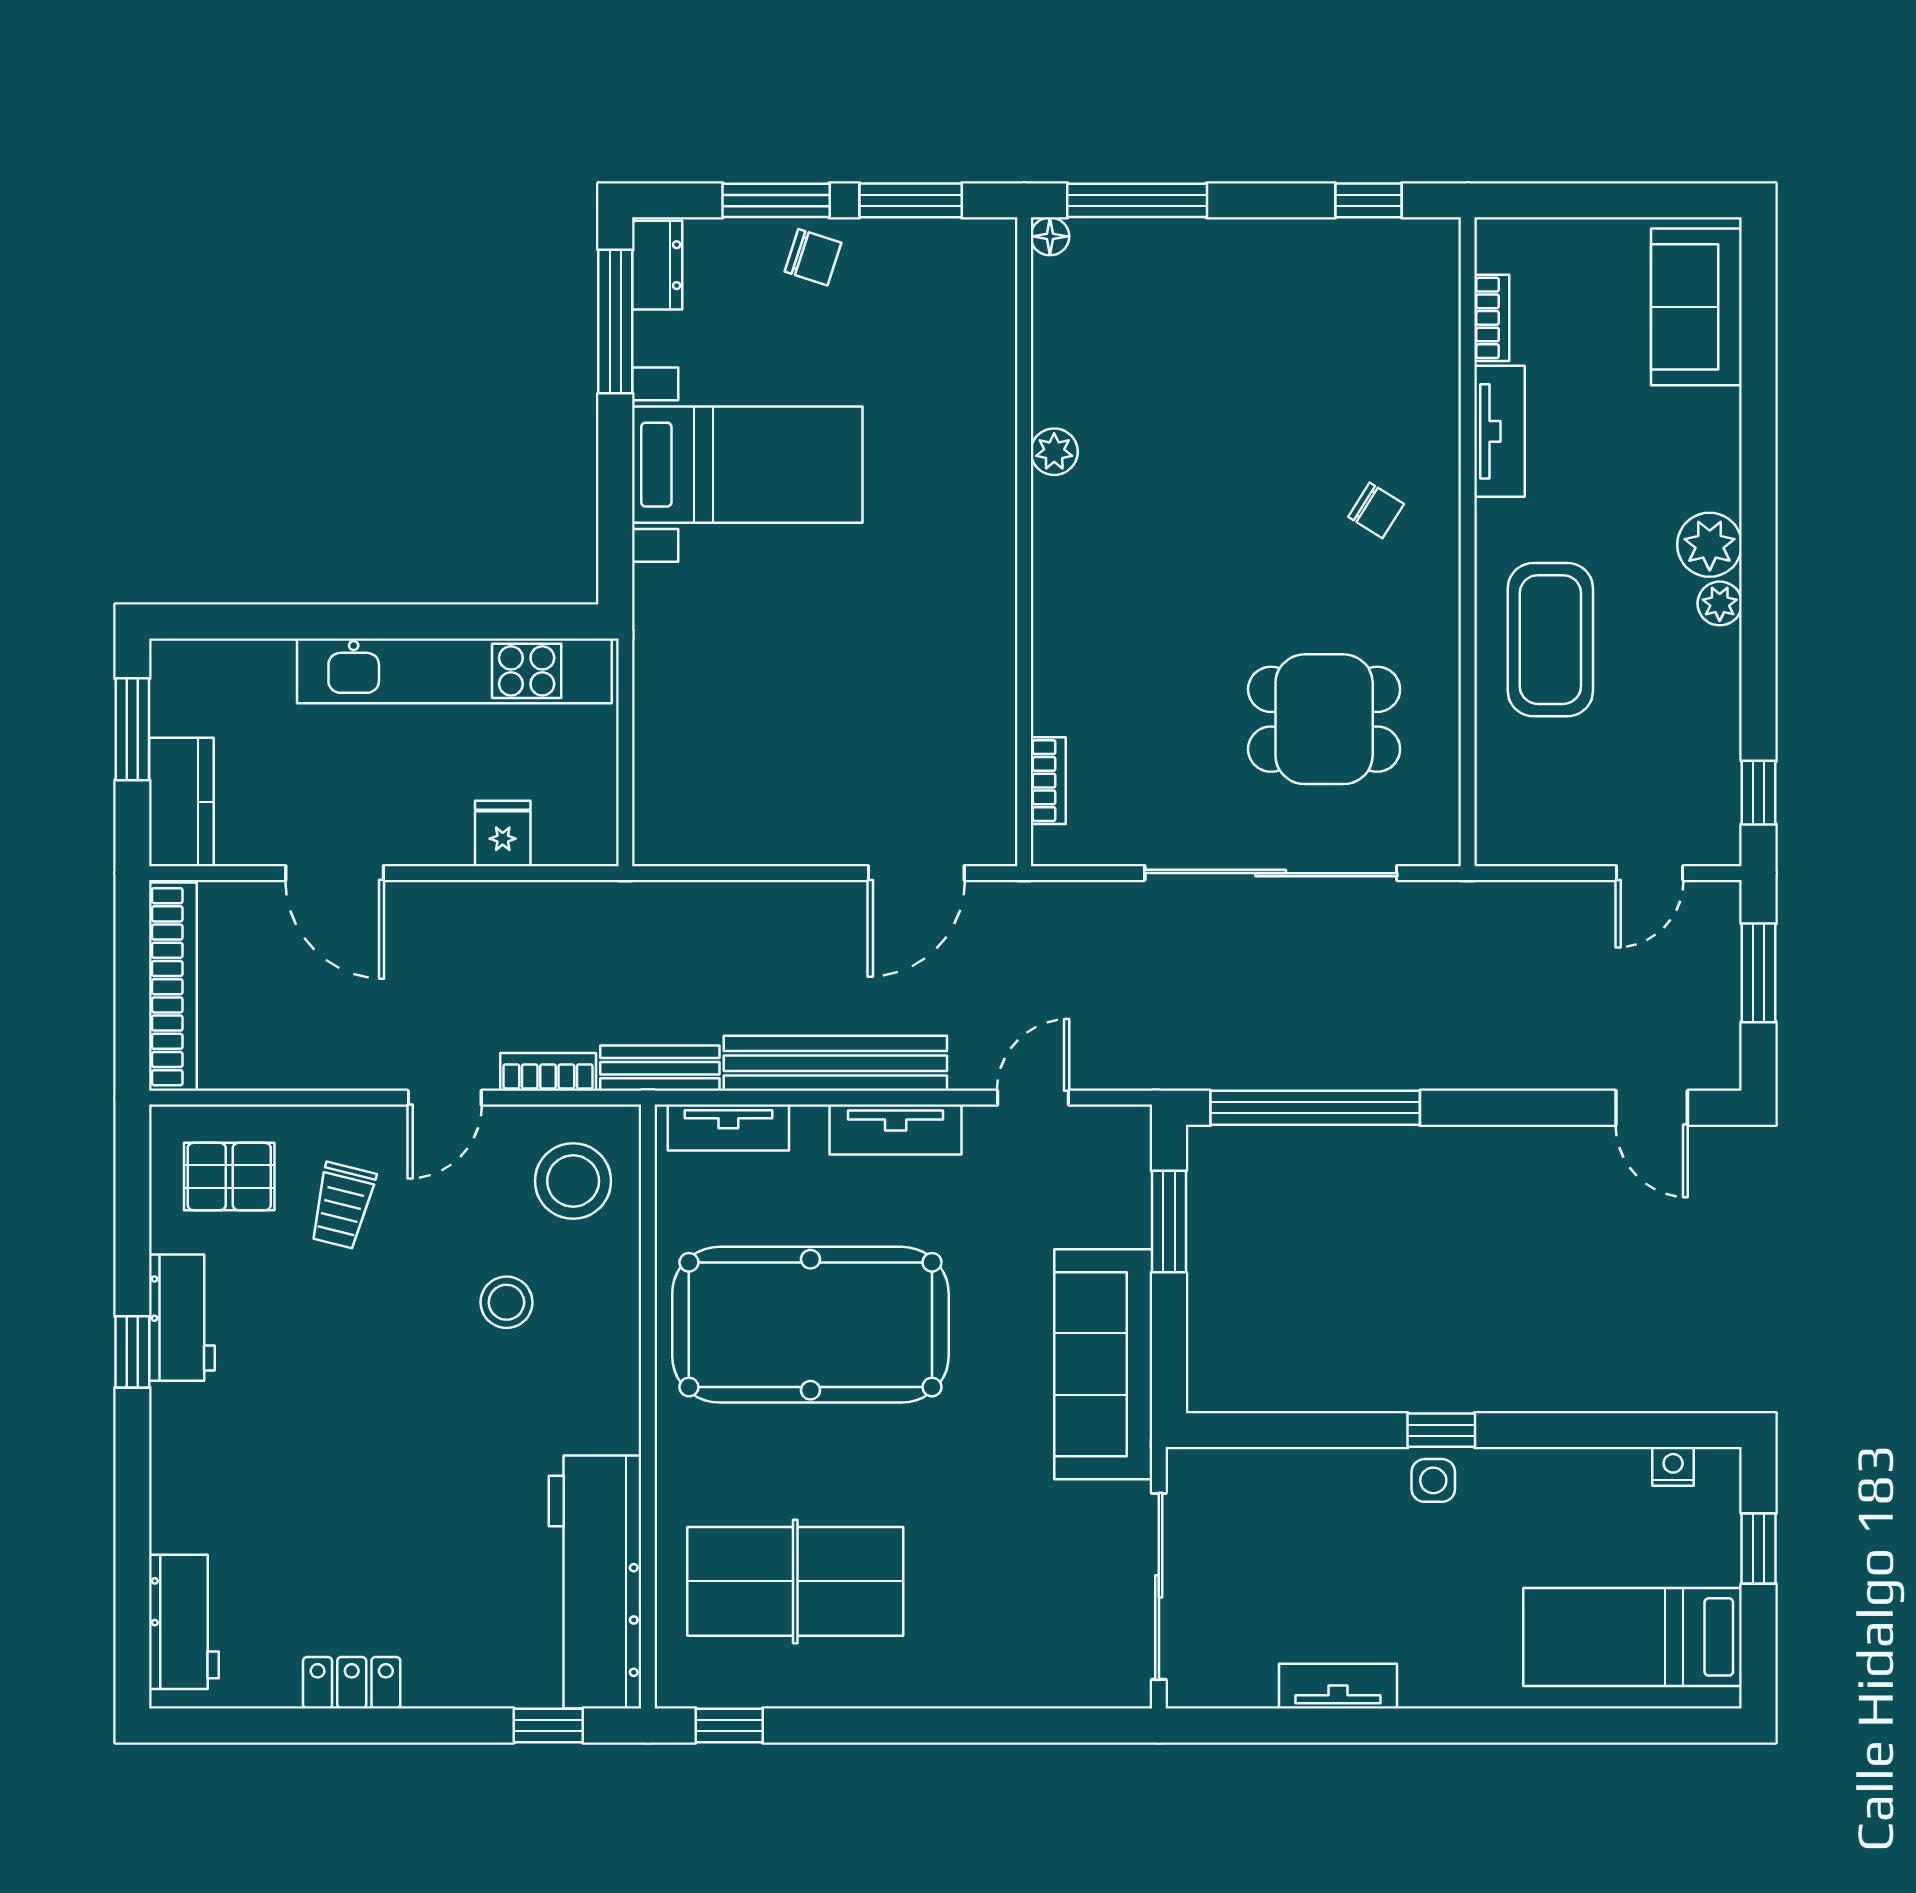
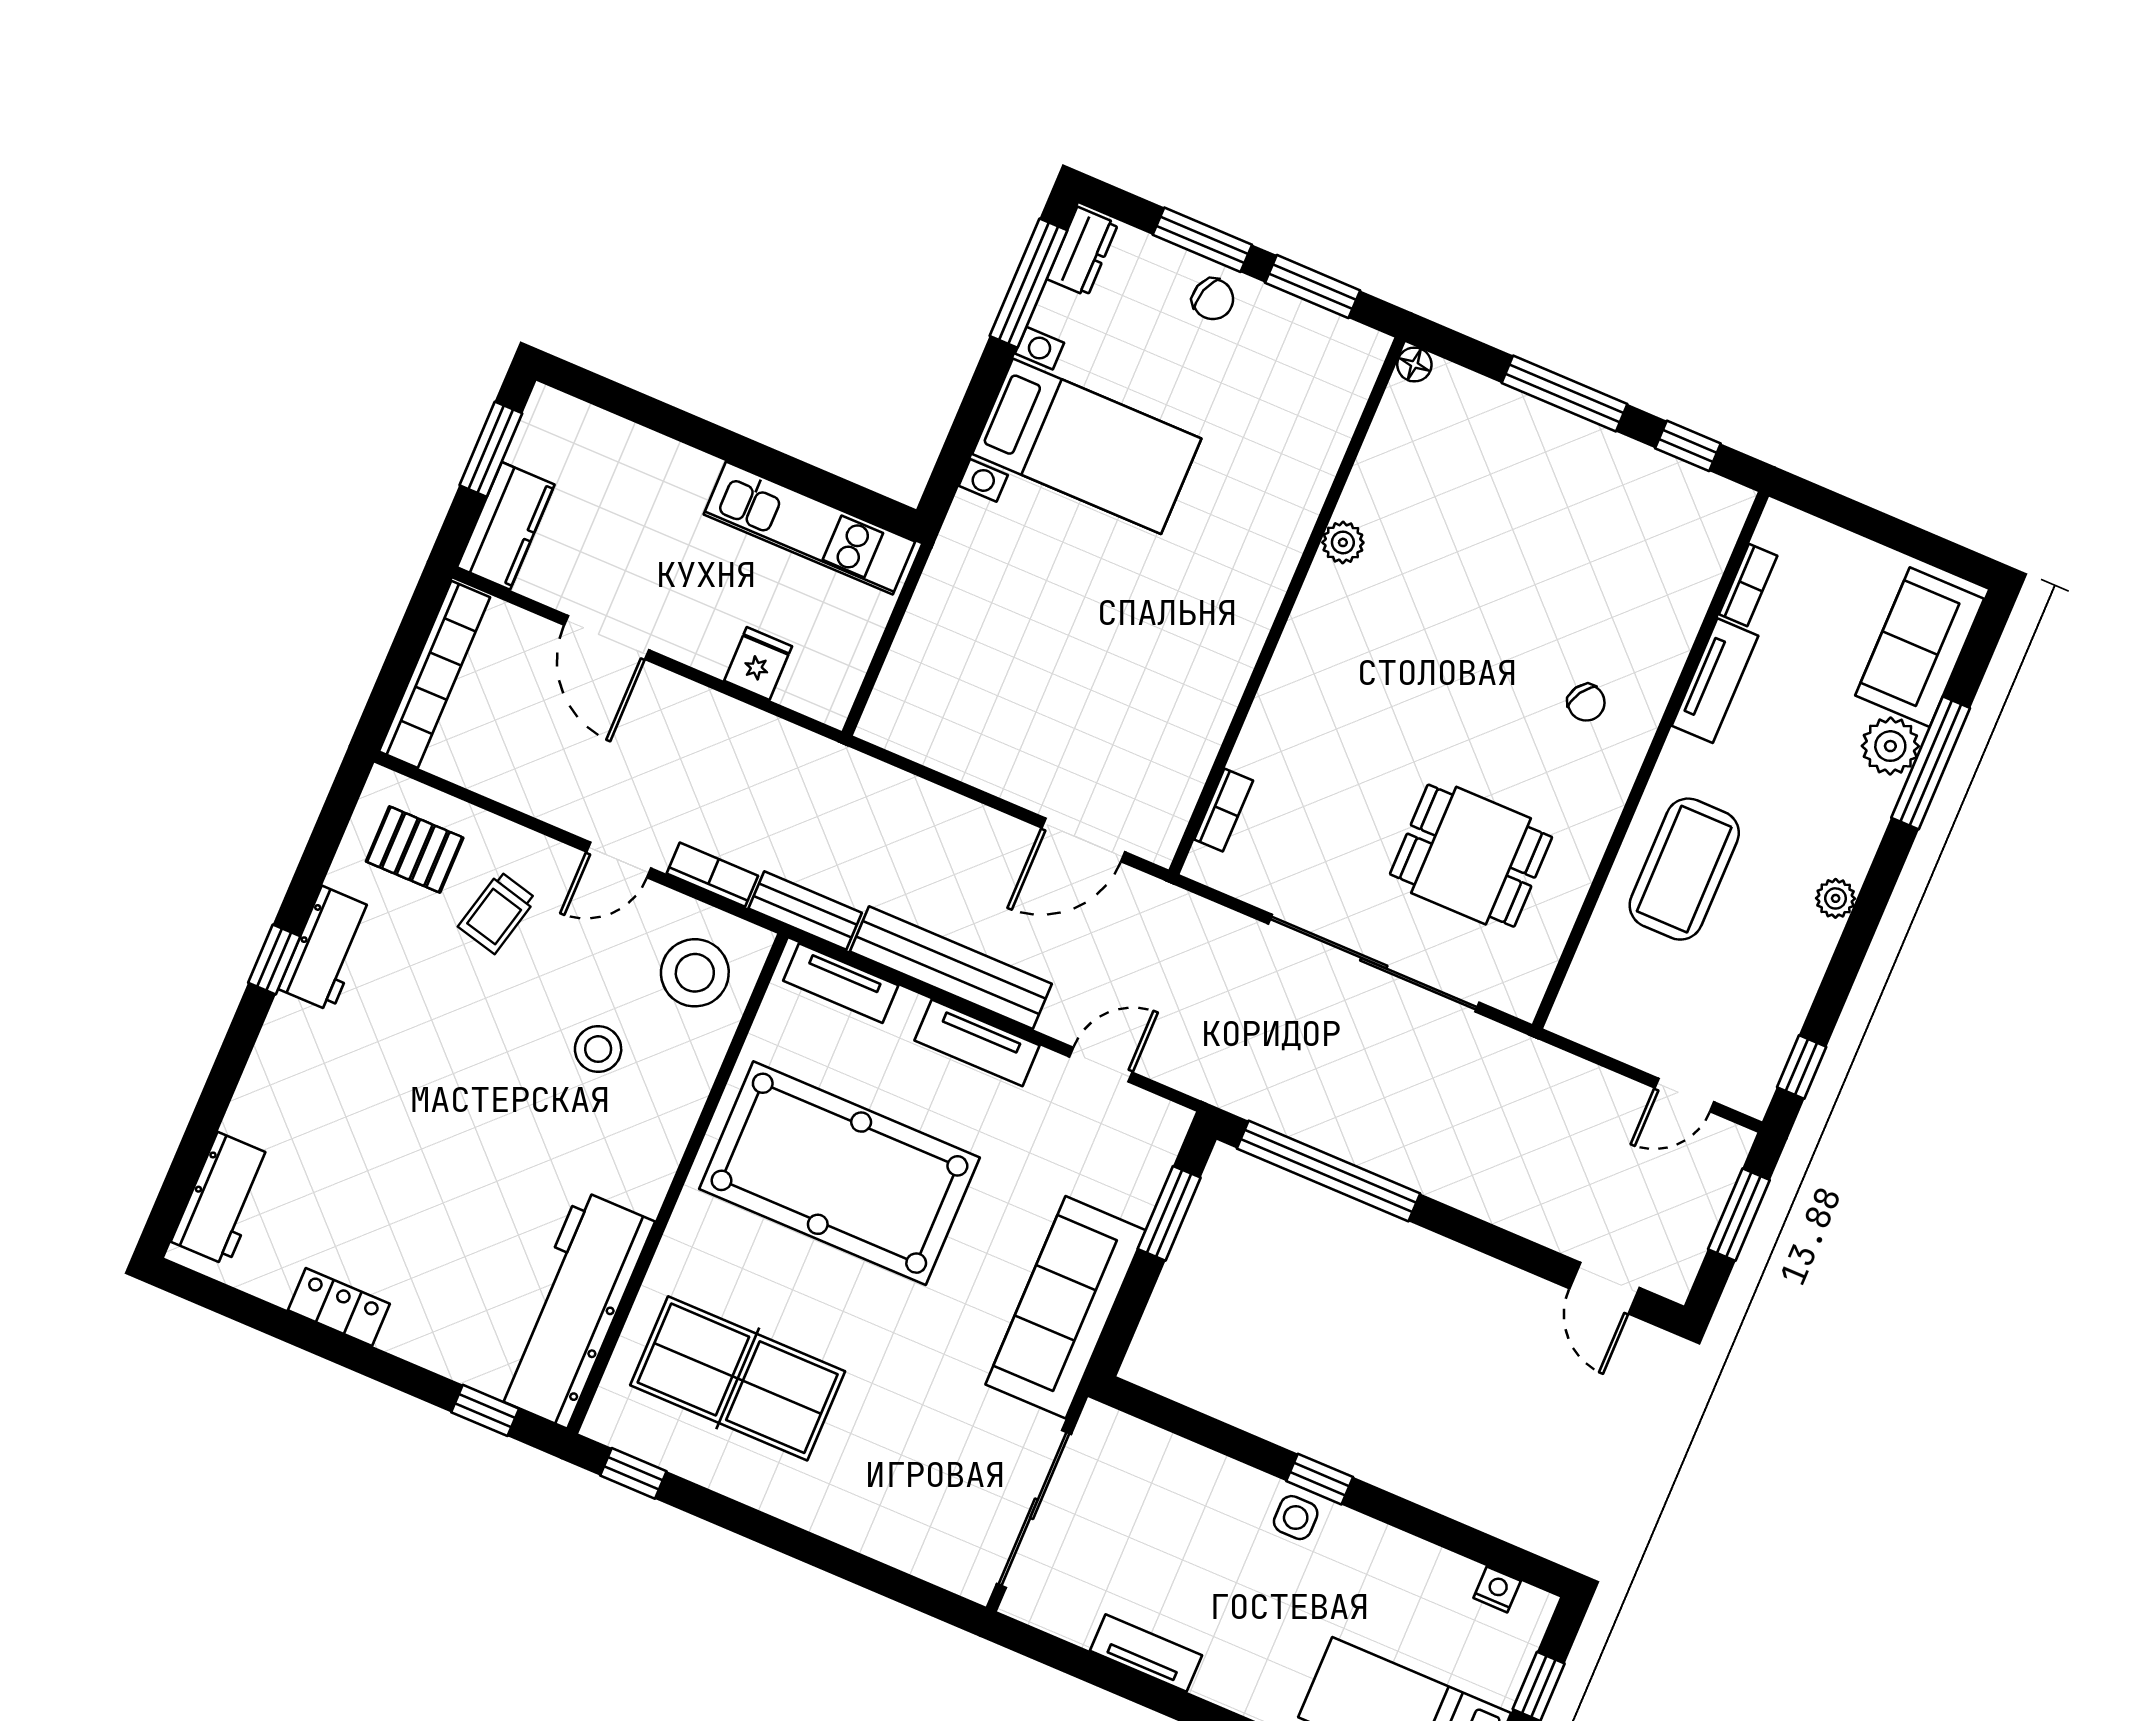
window: (1137, 200) -> (1565, 393), moved
window: (1759, 422) -> (1931, 763), added
plant: (1710, 545) -> (1890, 746), moved
kitchen unit: (454, 671) -> (809, 528), width x0.73

